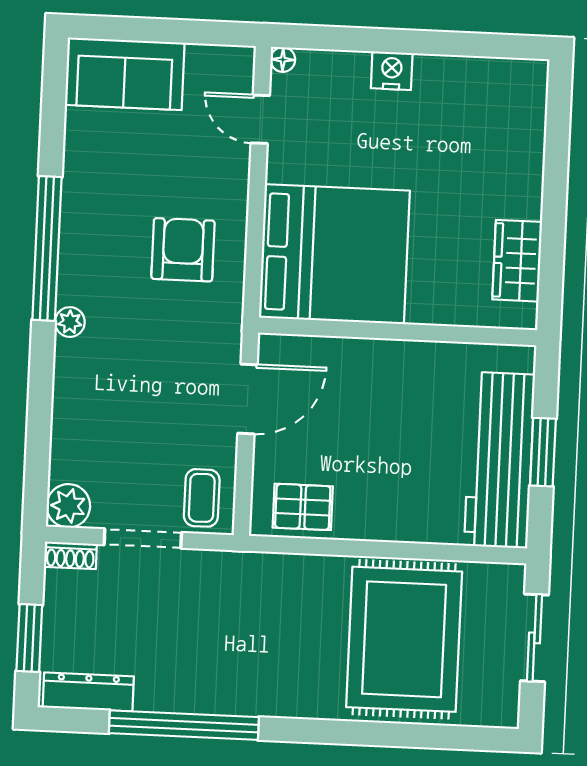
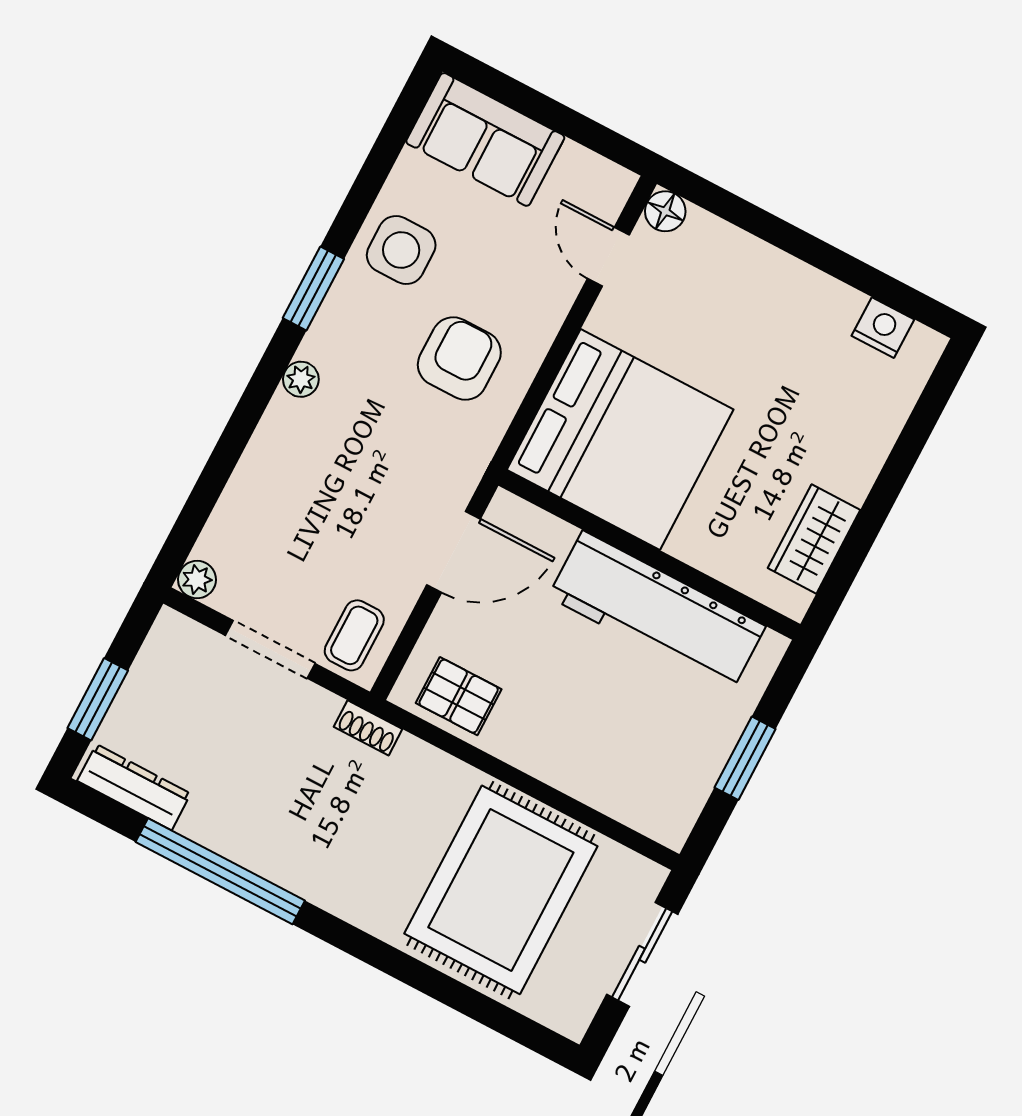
floor lamp: (283, 60) -> (665, 211), width x1.37, depth x1.37
nightstand: (392, 71) -> (883, 328), moved
side table: (100, 188) -> (401, 250), added
window: (47, 248) -> (313, 288), width x0.47
workbench: (500, 460) -> (657, 611), moved, turned -90
plant: (68, 506) -> (197, 580), width x0.73, depth x0.73
shoe rack: (70, 555) -> (368, 728), moved

